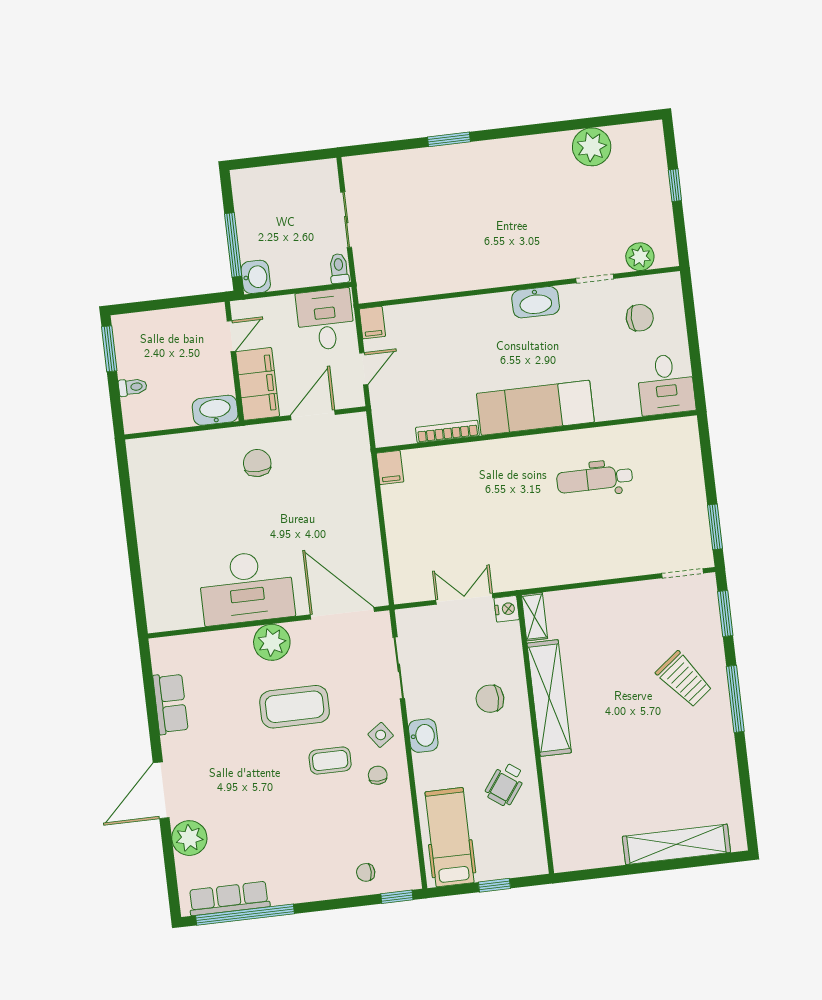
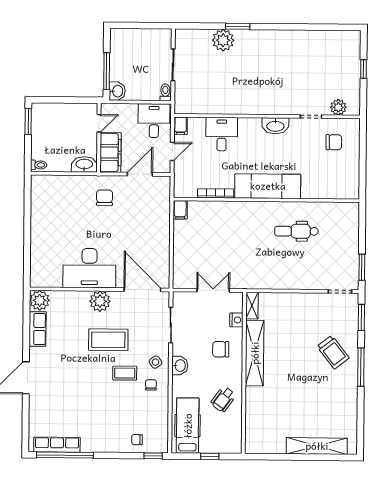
plant: (592, 147) -> (223, 40), moved
desk: (666, 384) -> (222, 134), moved, turned 180
toilet: (133, 387) -> (39, 165), moved
nightstand: (507, 609) -> (236, 320), moved
plant: (189, 838) -> (40, 300), moved

